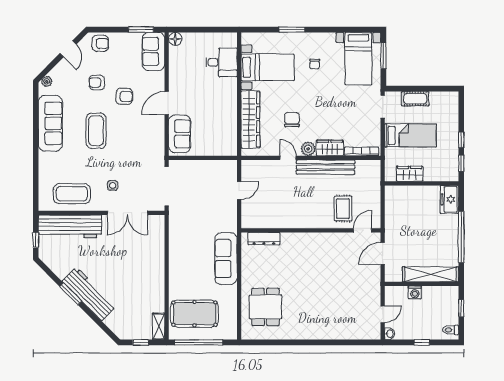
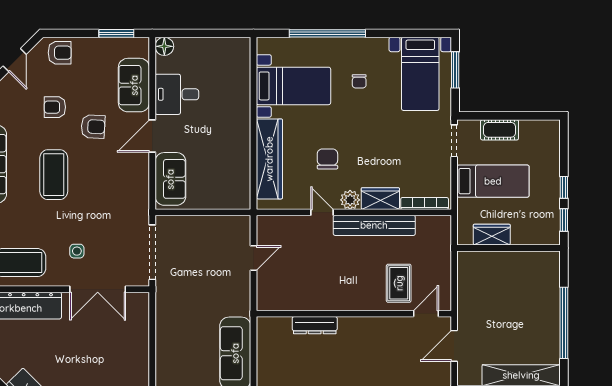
window: (292, 30) -> (327, 33), width x2.11
sofa: (153, 51) -> (134, 85), moved
desk: (221, 62) -> (177, 94), moved, turned 180
freezer: (449, 199) -> (547, 270), removed
dresser: (264, 239) -> (315, 325), moved

